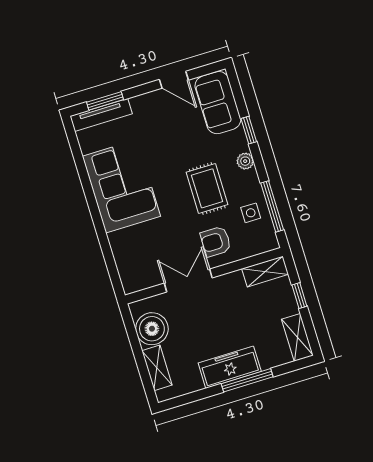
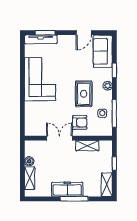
door: (174, 80) -> (84, 33), hinge flipped
armchair: (216, 241) -> (80, 122), turned 180
shelving: (265, 272) -> (87, 146), moved
boiler: (152, 329) -> (29, 161), width x0.54, depth x0.54

